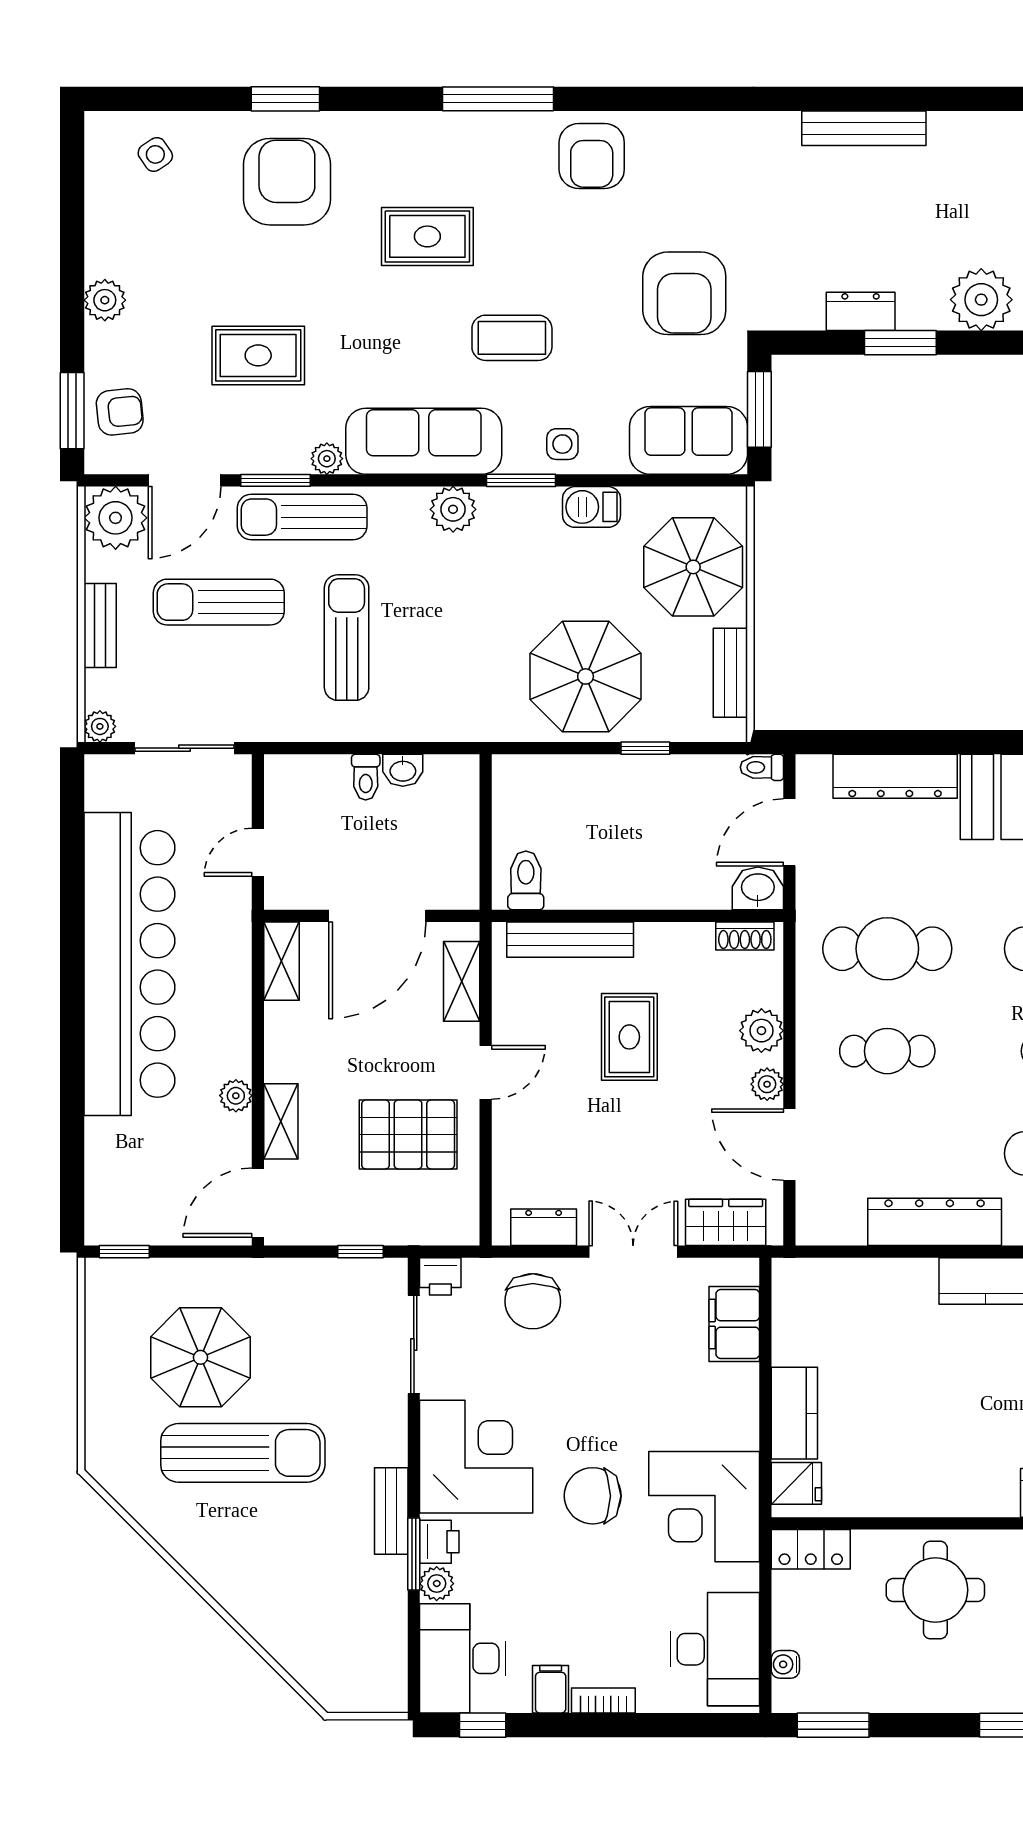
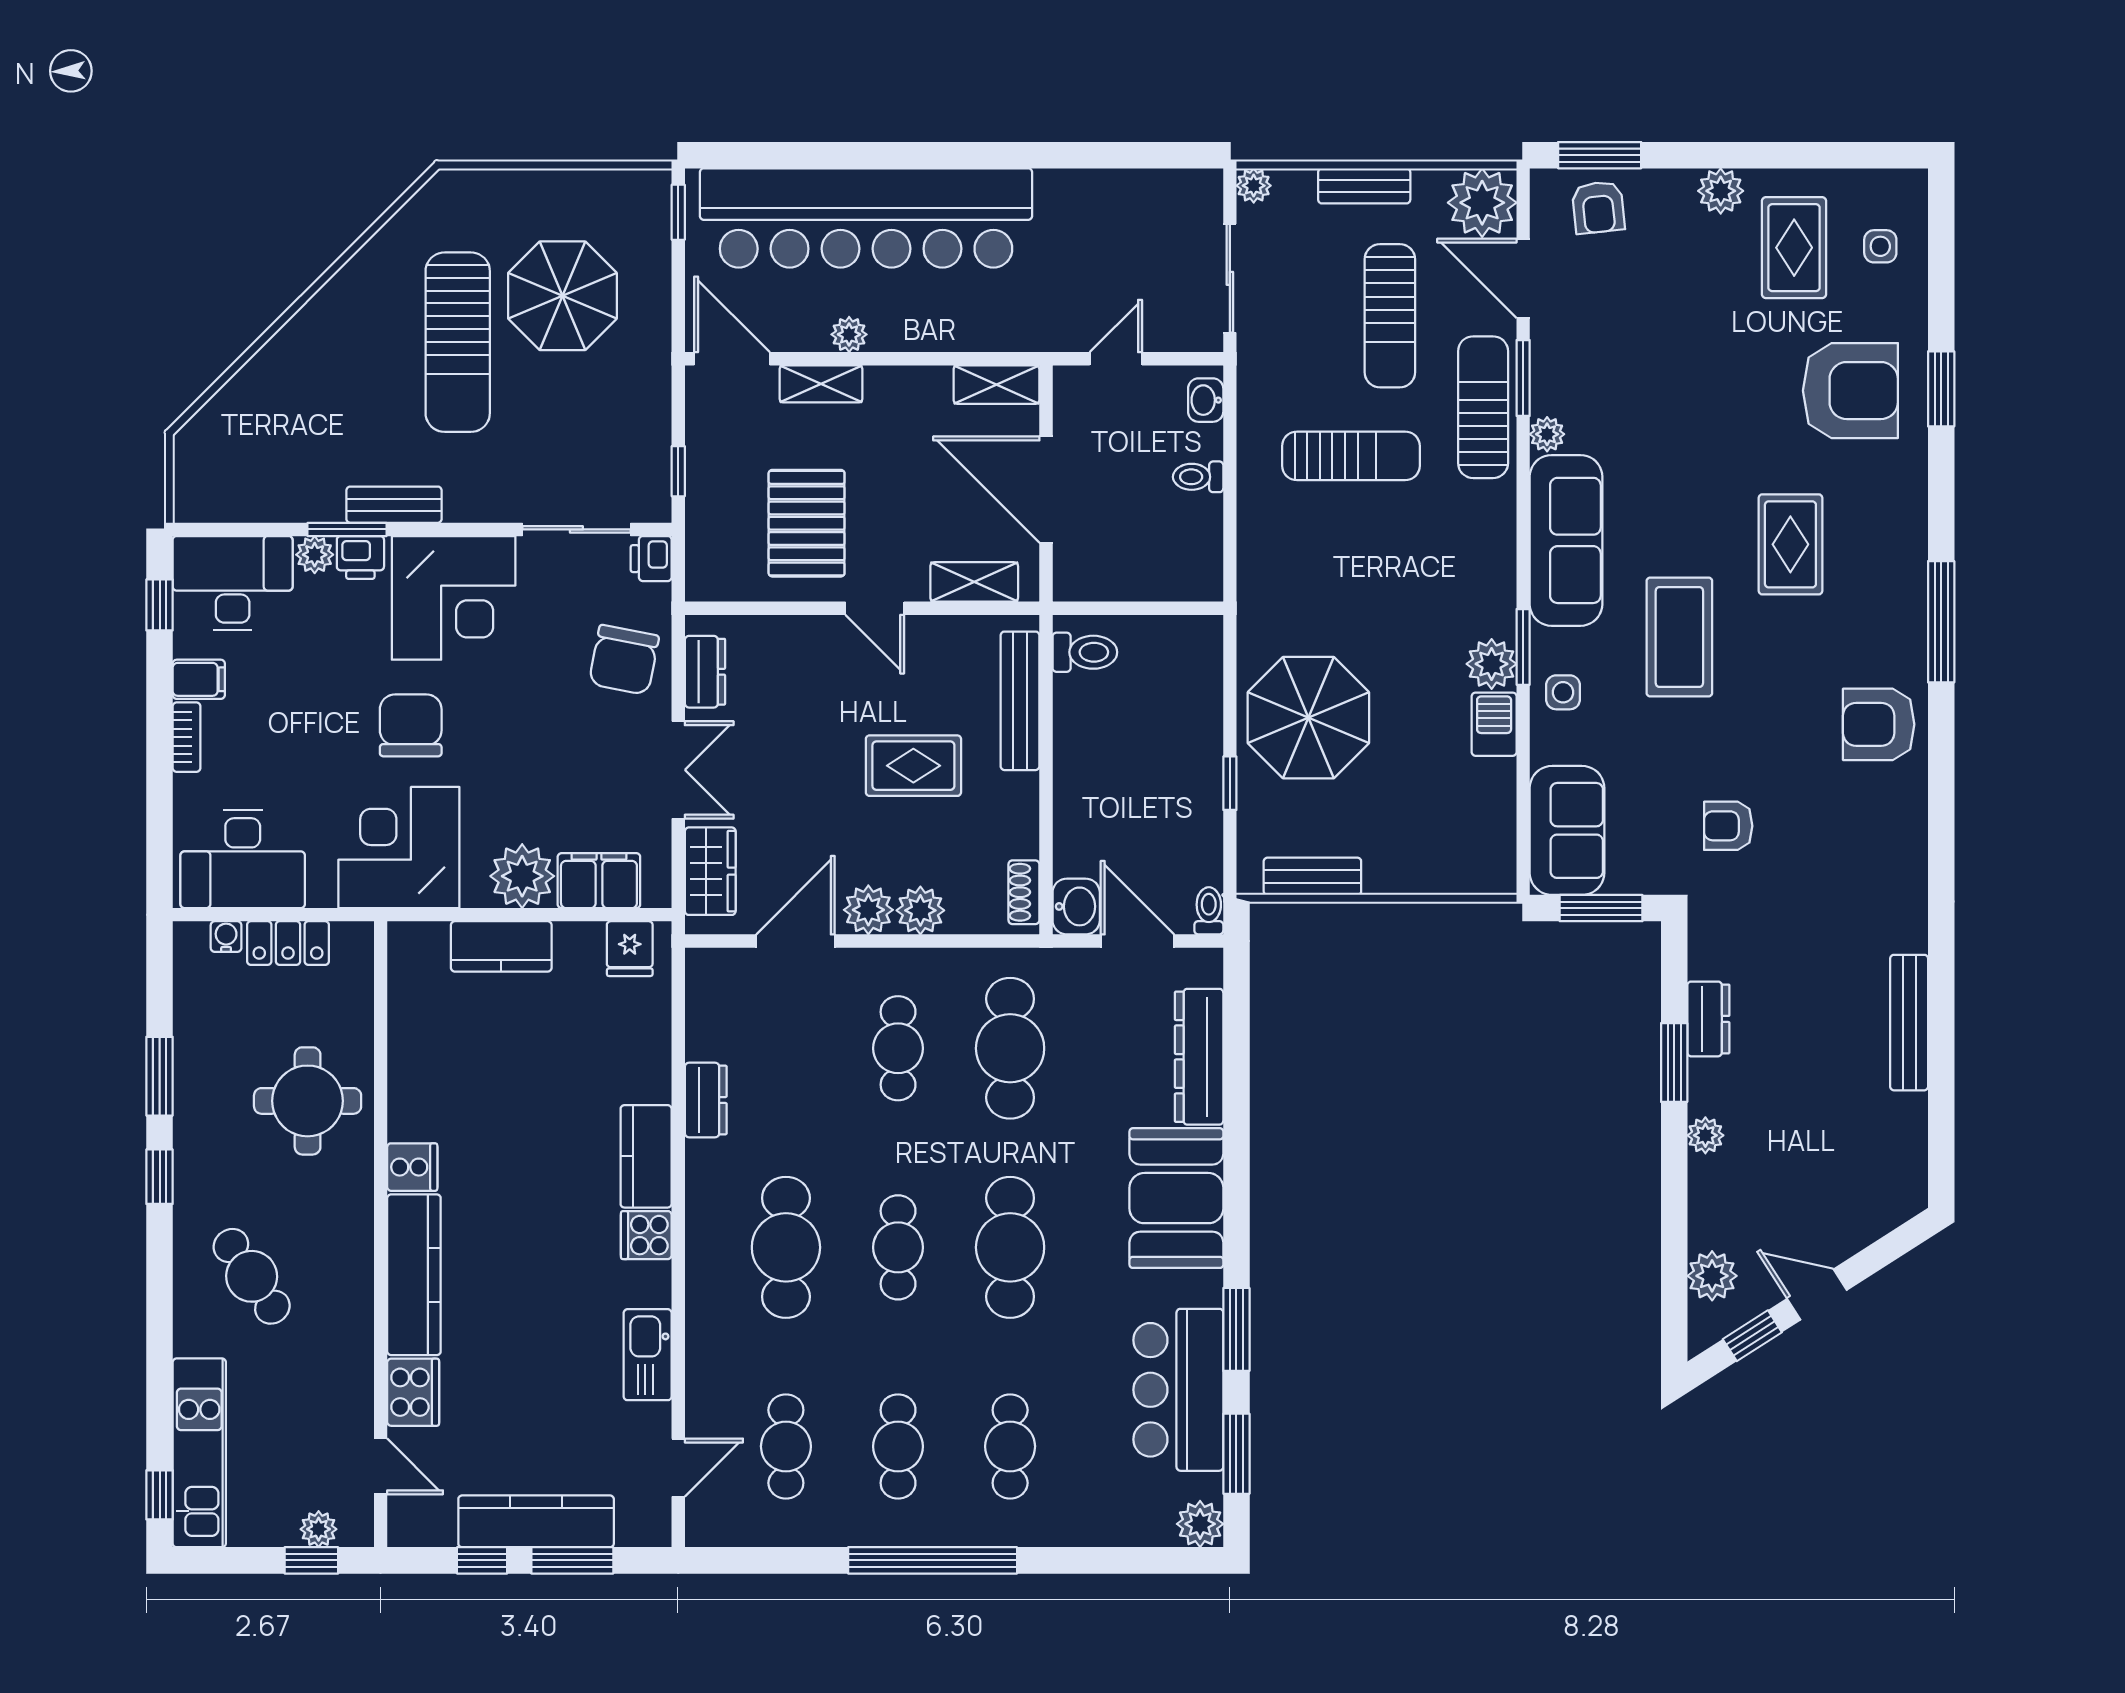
side table: (155, 154) -> (1880, 246), turned 34
armchair: (684, 293) -> (1728, 826), width x0.53, depth x0.53
plant: (981, 300) -> (1705, 1135), width x0.53, depth x0.53
coffee table: (512, 338) -> (1679, 637), width x1.36, depth x1.32
rug: (258, 355) -> (1794, 248), moved
plant: (453, 509) -> (1492, 664), moved
parasol: (693, 567) -> (1428, 836), removed
sun lounger: (219, 602) -> (1390, 316), turned 180
washbasin: (403, 770) -> (1206, 400), moved
door: (258, 852) -> (1116, 359), hinge flipped
bar counter: (129, 964) -> (866, 218), moved
plant: (767, 1084) -> (868, 910), width x1.38, depth x1.38
dresser: (935, 1222) -> (706, 1100), width x0.51, depth x0.80
chair: (533, 1301) -> (624, 660), turned -79
plant: (730, 1394) -> (522, 876), added
fridge: (796, 1483) -> (630, 949), moved
cooker: (996, 1494) -> (412, 1167), added
locker: (811, 1549) -> (288, 943), moved, turned -90
window: (833, 1725) -> (160, 1076), moved

